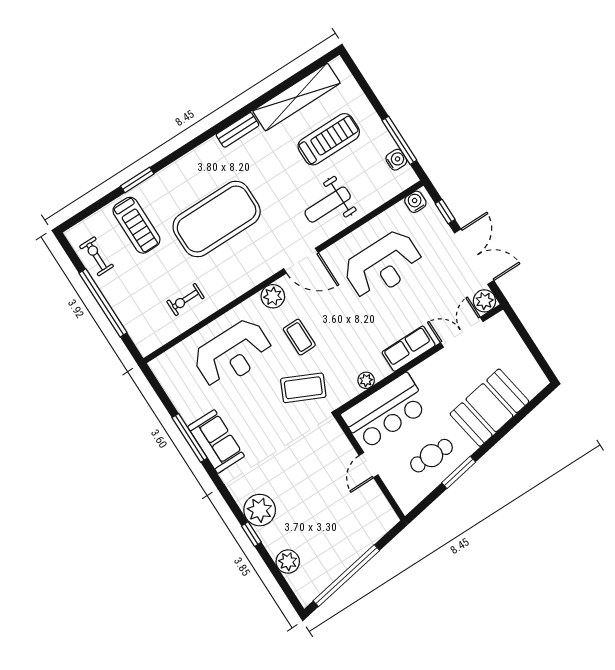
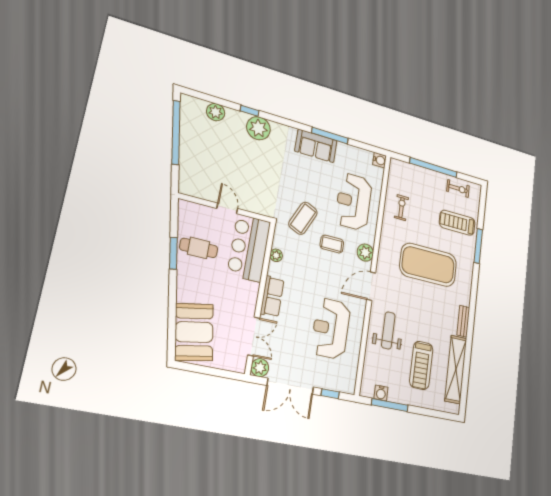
window: (137, 180) -> (478, 246), width x1.44
water cooler: (415, 202) -> (380, 160), moved
exercise mat: (217, 219) -> (428, 265), turned 90
booth: (489, 408) -> (194, 332), moved
cafe table: (431, 456) -> (199, 248), turned 90

